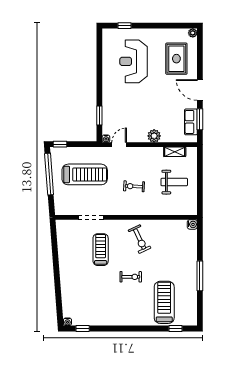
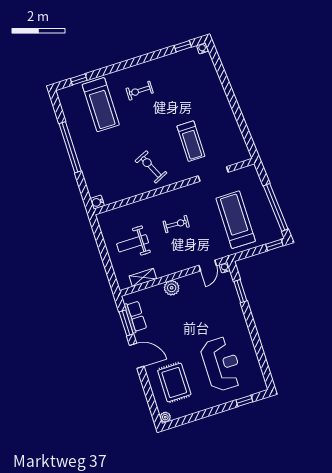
treadmill: (85, 174) -> (236, 220), turned 90
window: (200, 276) -> (70, 147), width x1.46
exercise bike: (131, 277) -> (140, 91), moved

